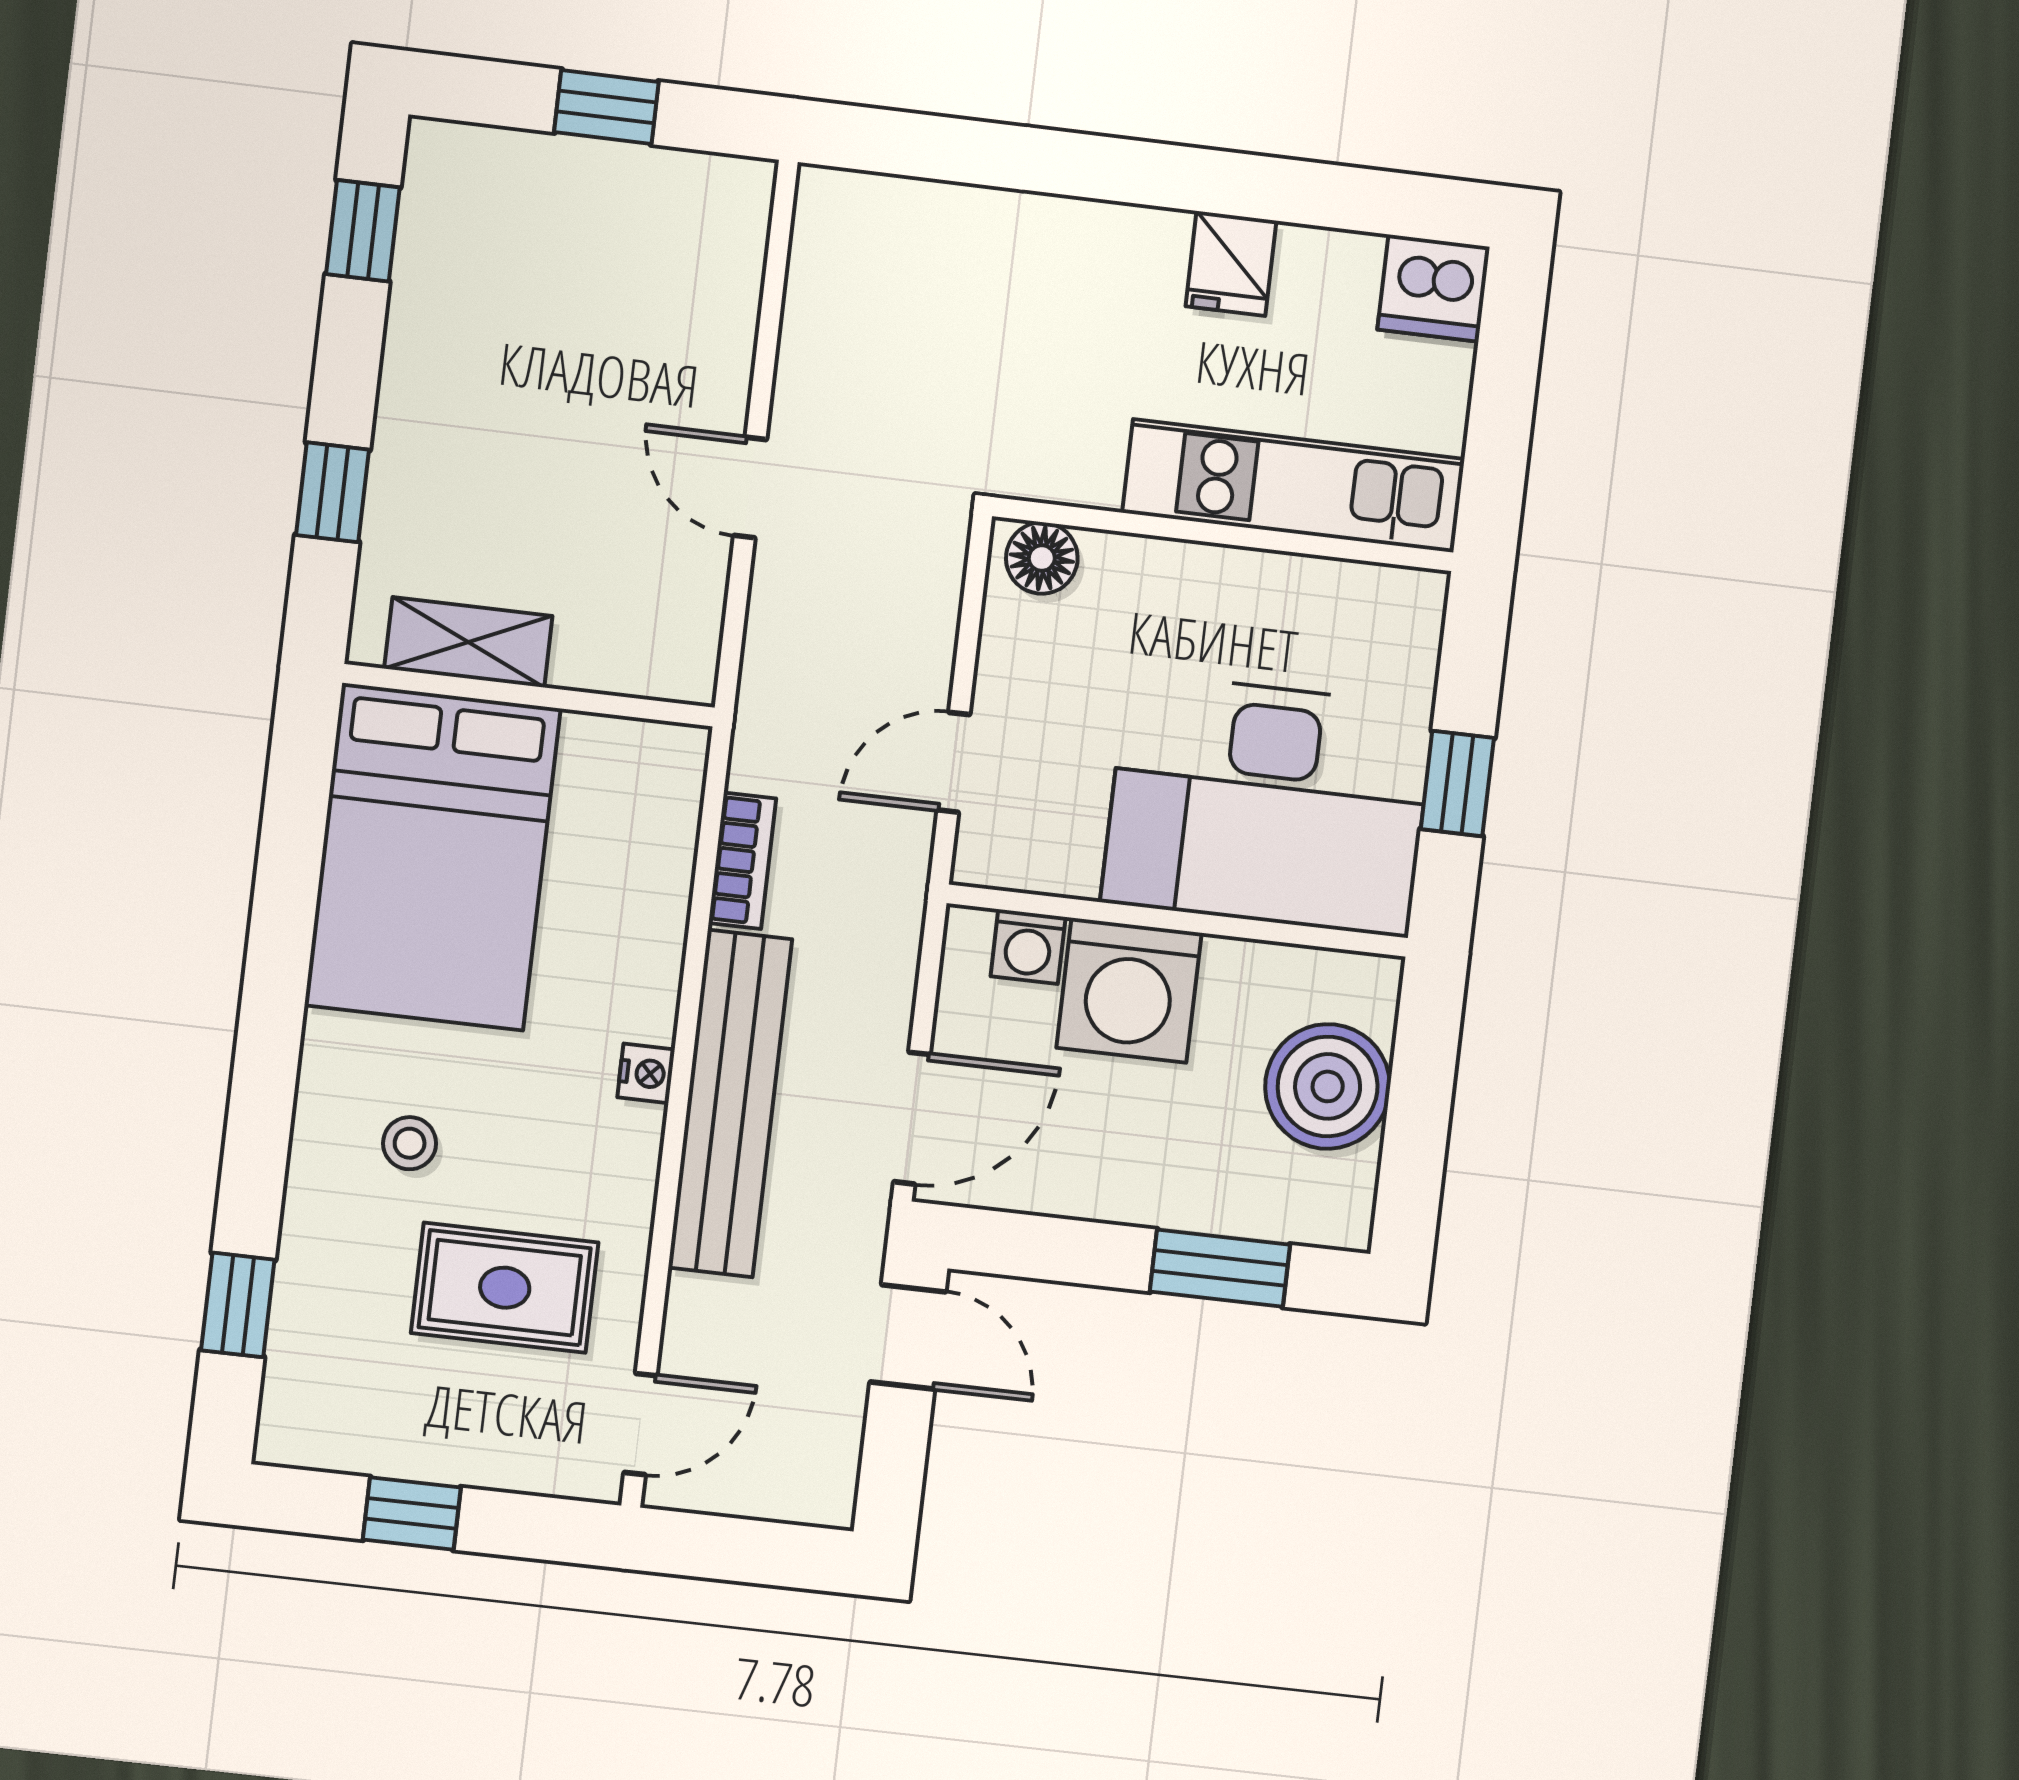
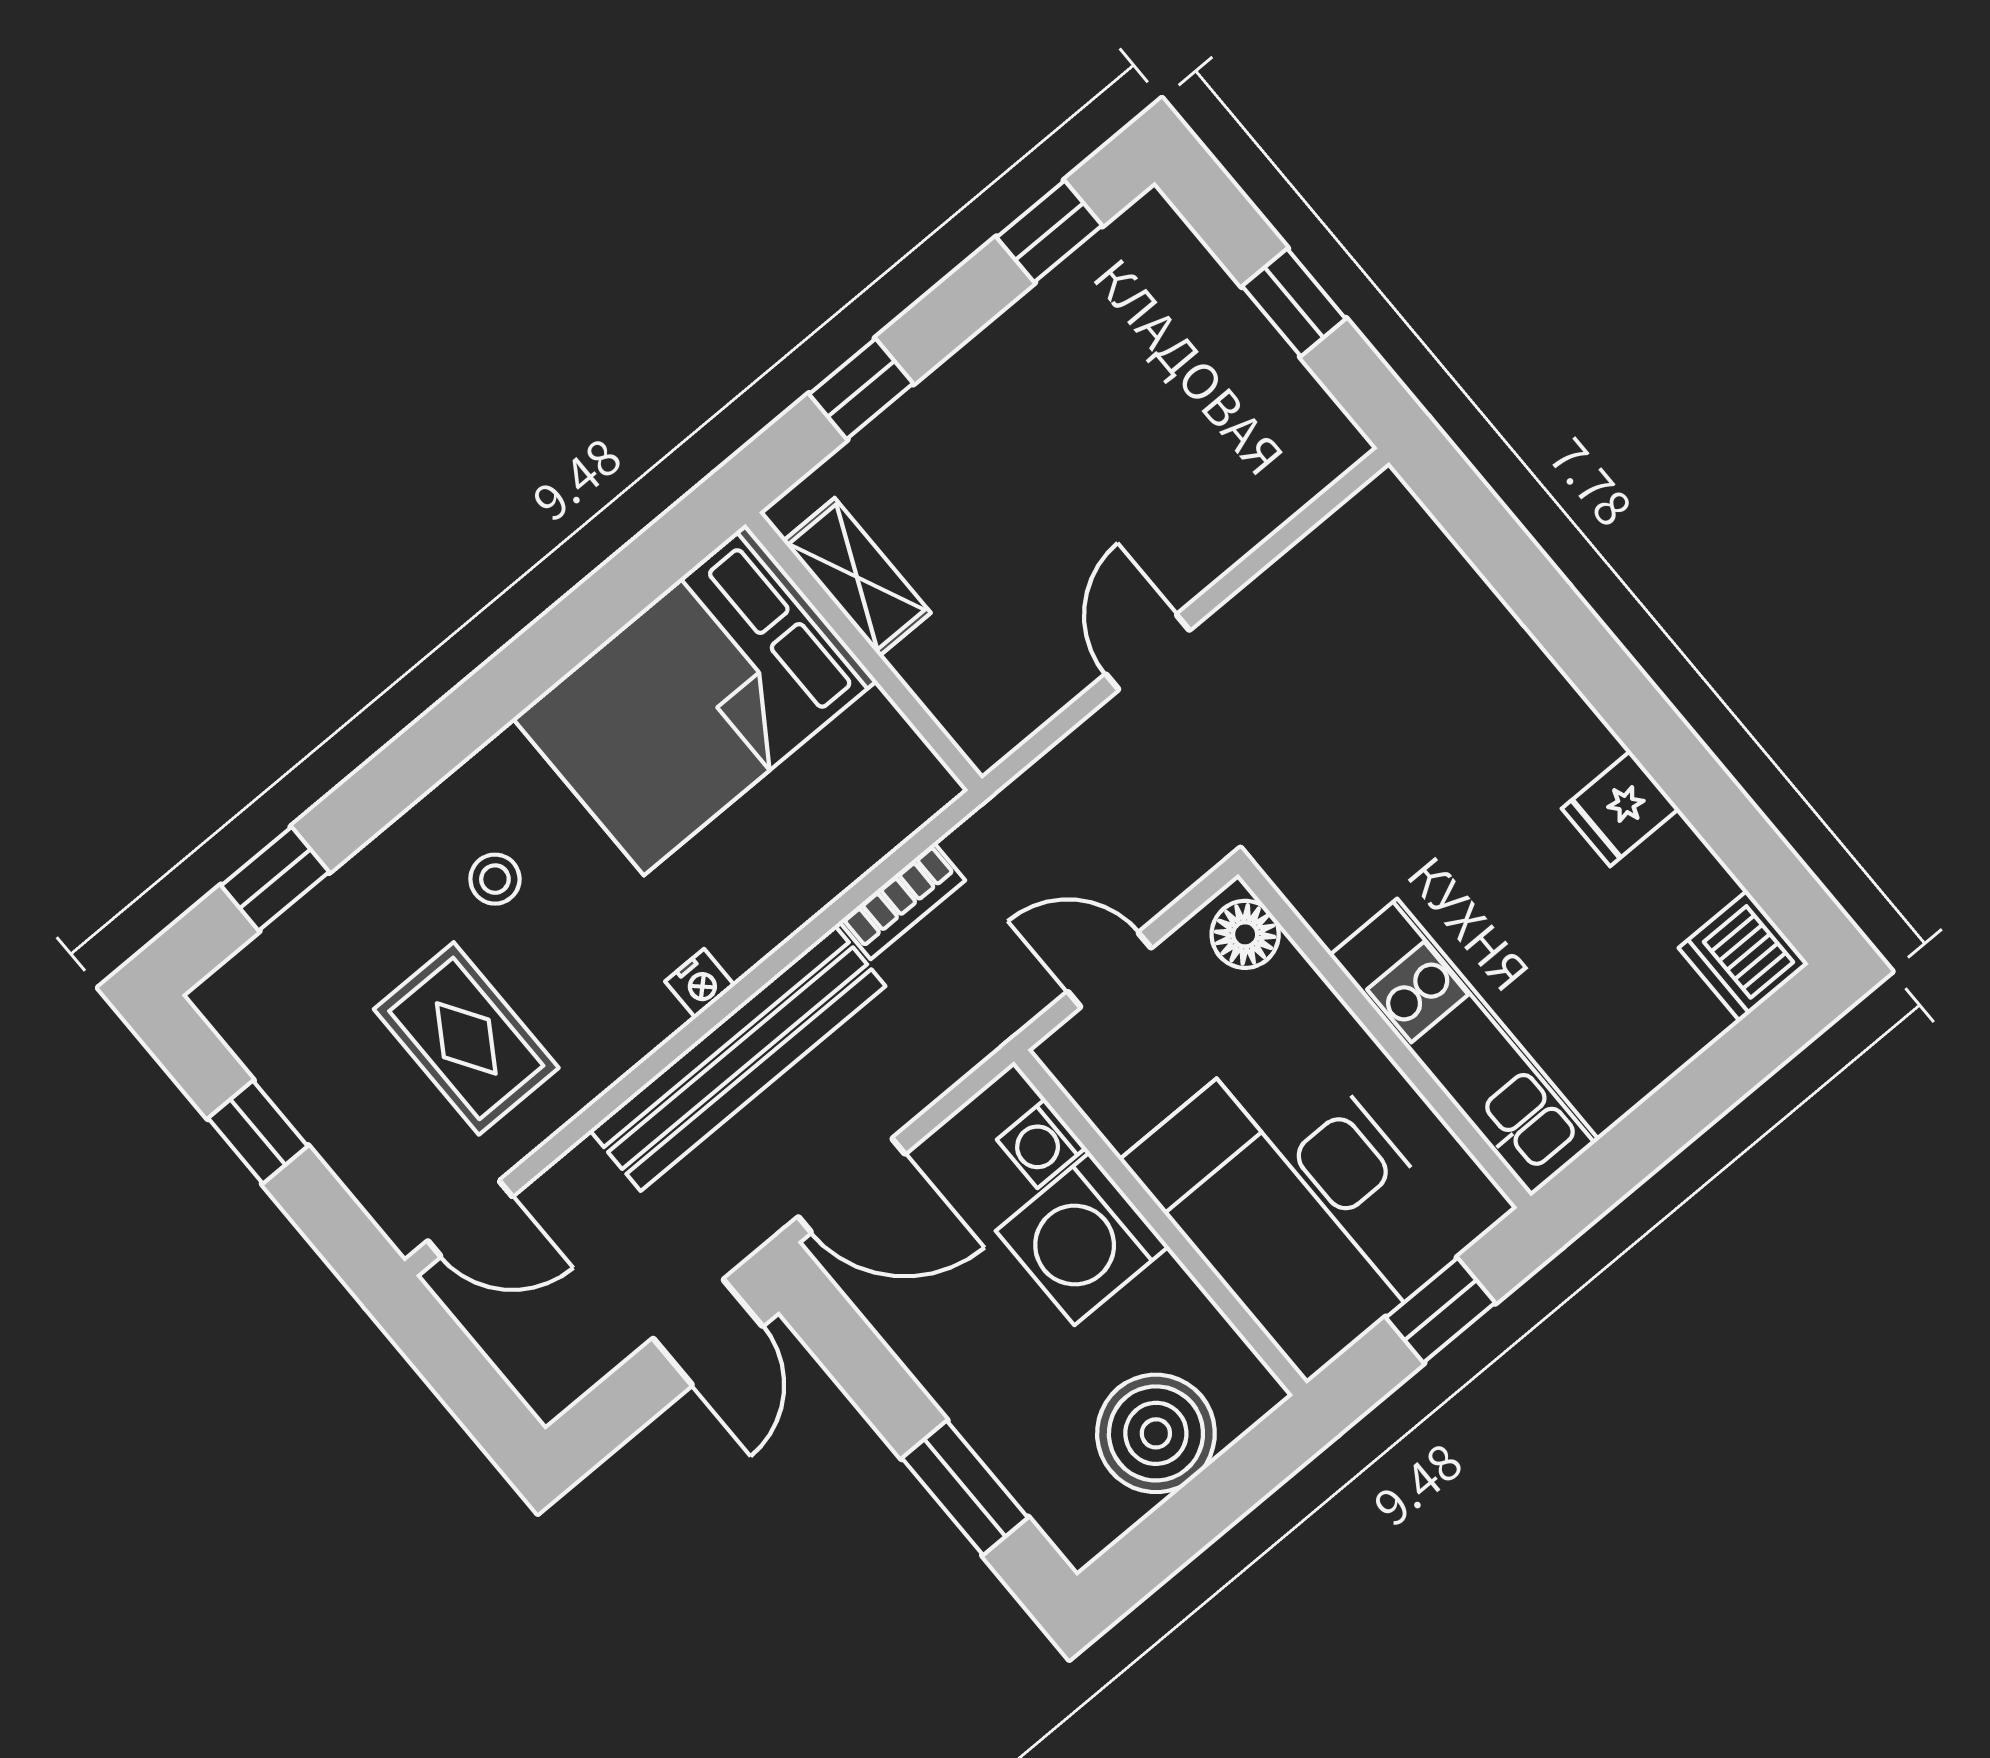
kitchen unit: (1294, 486) -> (1464, 1047), moved
wall: (1223, 534) -> (1385, 1035), moved
floor lamp: (1042, 558) -> (1245, 934), moved

